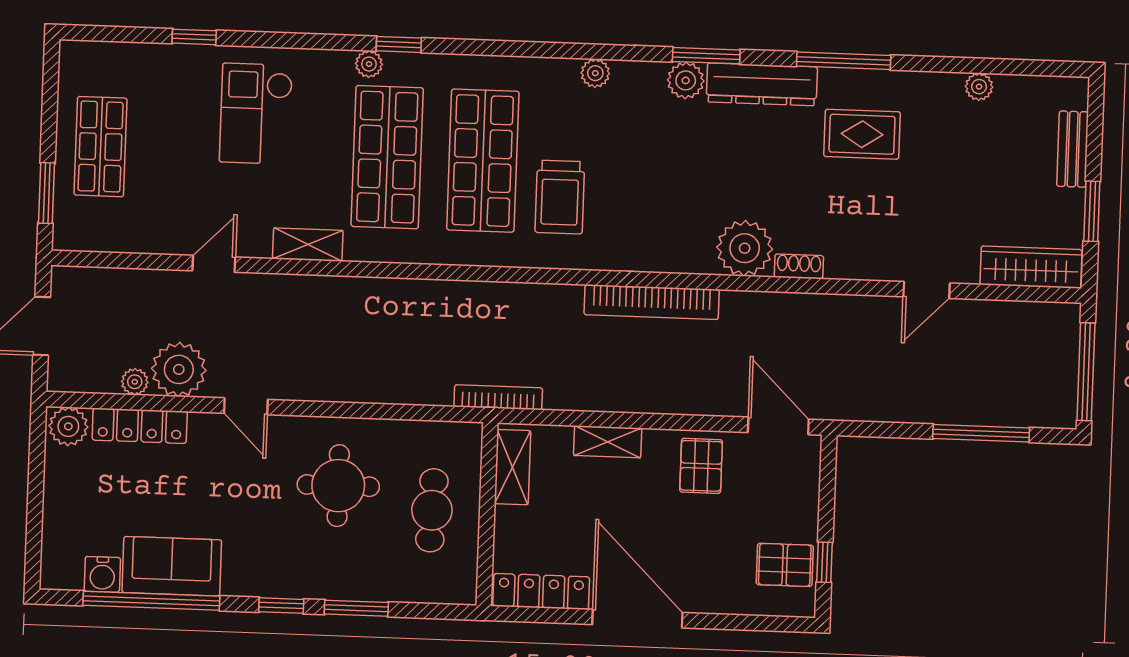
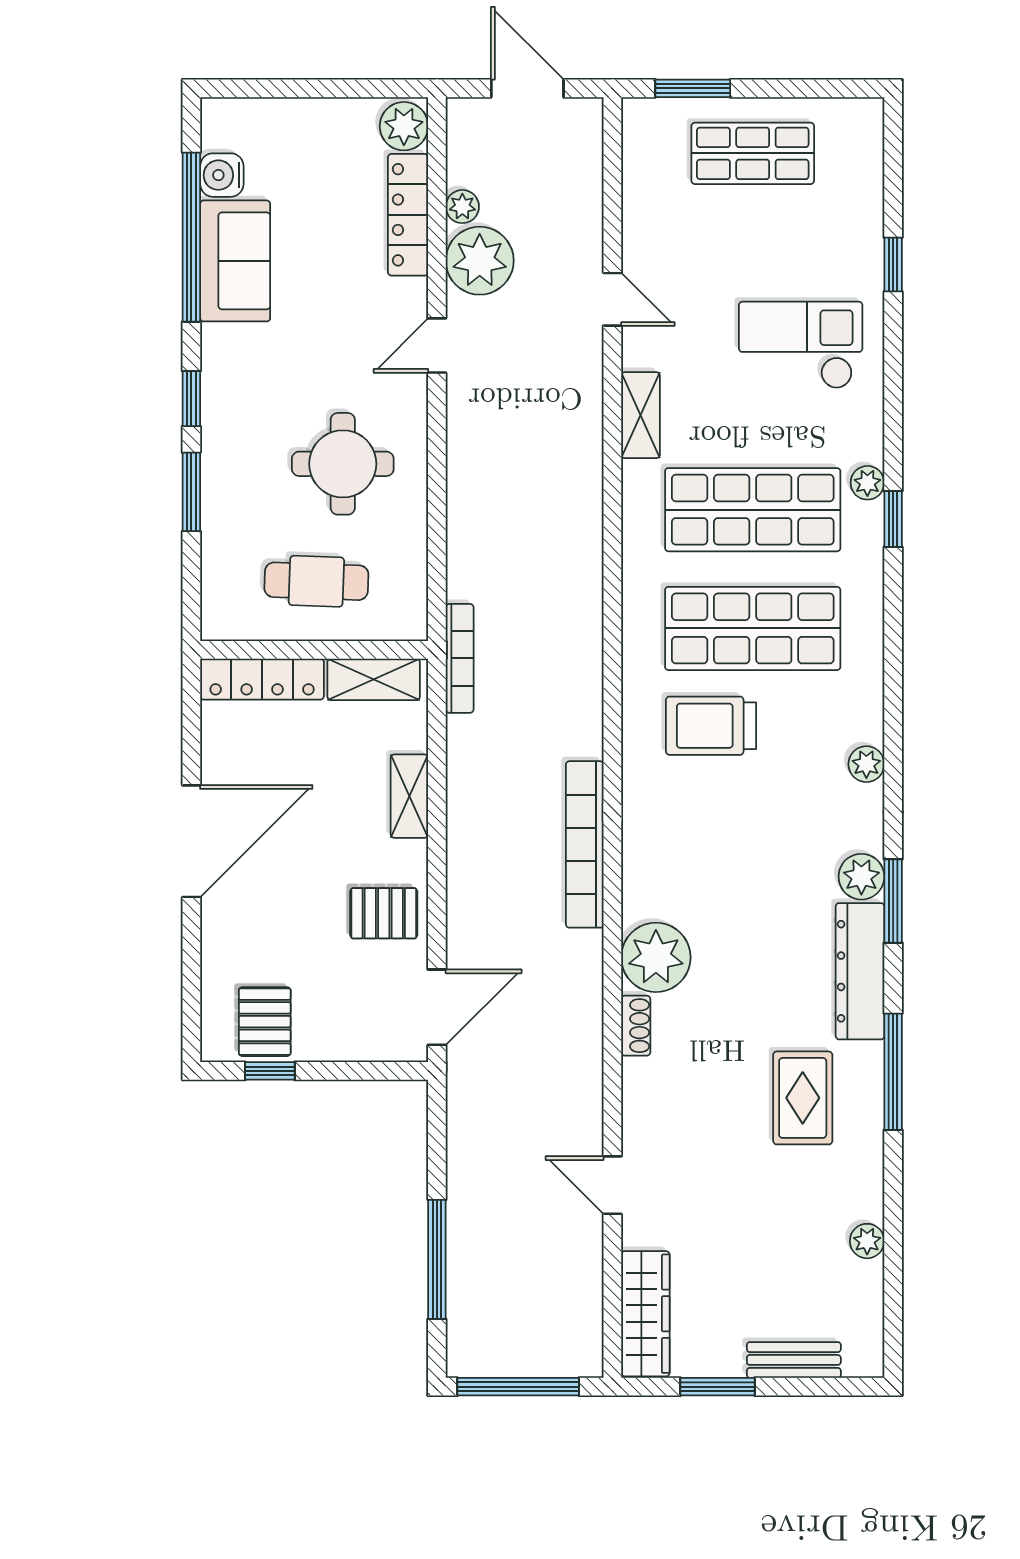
locker: (541, 591) -> (262, 679), moved, turned 90

